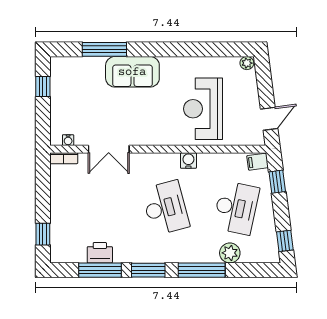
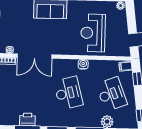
double door: (109, 149) -> (34, 56), width x1.37
desk: (236, 208) -> (112, 94), turned -33

